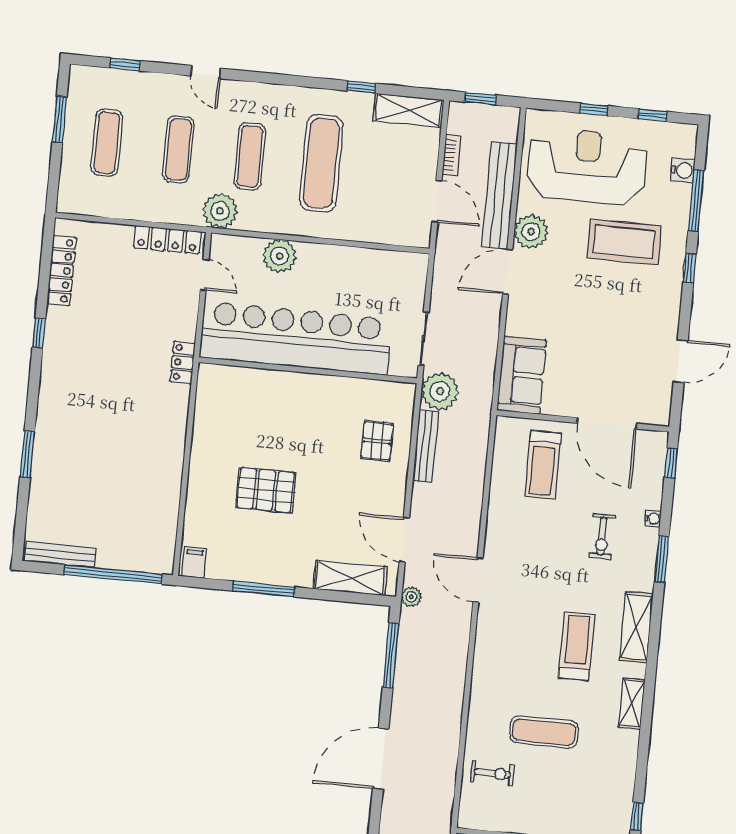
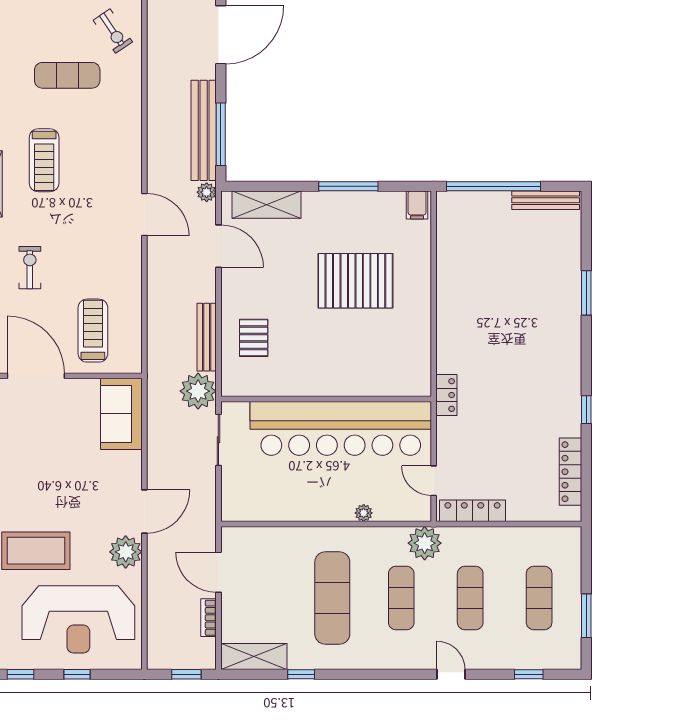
bench: (499, 195) -> (204, 130), moved
plant: (280, 256) -> (364, 513), width x0.53, depth x0.53
pallet: (266, 490) -> (355, 281), width x1.37, depth x1.41
exercise bike: (492, 773) -> (113, 31), turned -124

